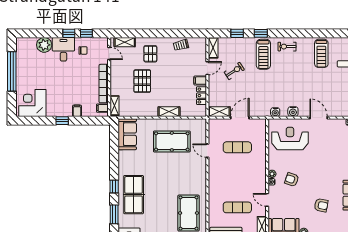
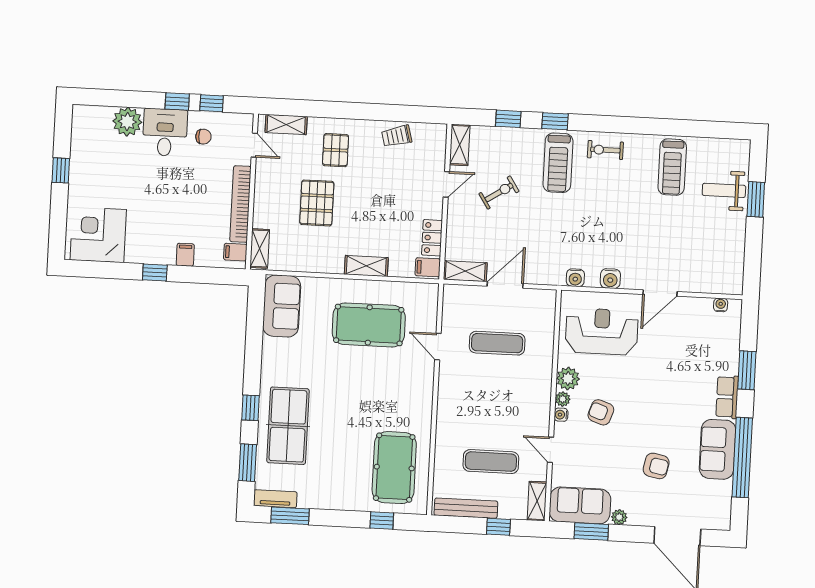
window: (12, 71) -> (61, 170), width x0.32
filing cabinet: (200, 81) -> (428, 267), moved
door: (319, 118) -> (660, 293), swing flipped
plant: (274, 163) -> (568, 379), added

